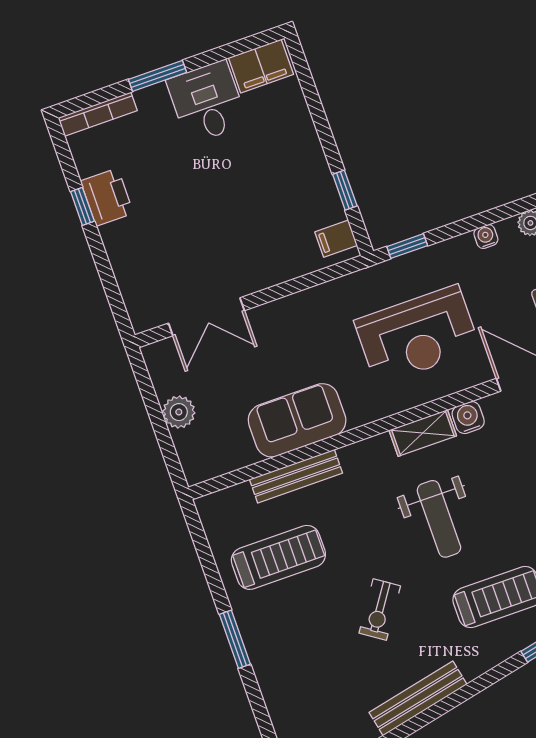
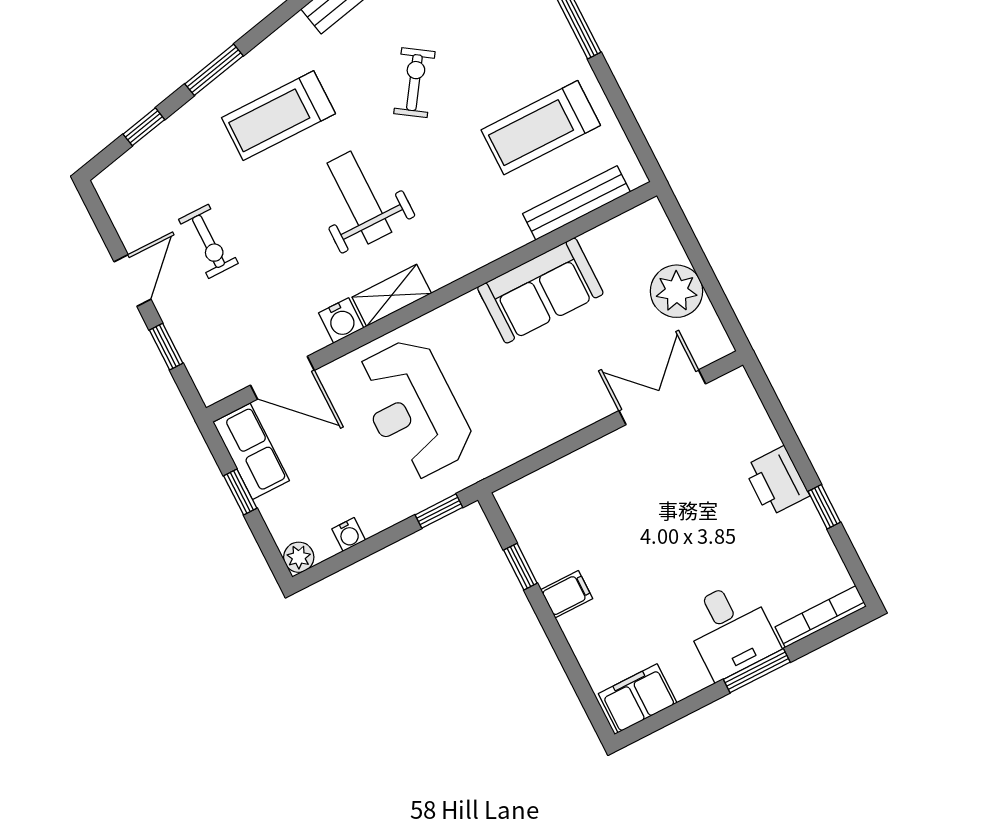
desk: (207, 102) -> (730, 630), moved
printer: (107, 197) -> (776, 481), moved
filing cabinet: (336, 239) -> (567, 594), moved
reception desk: (417, 335) -> (413, 409), turned -90
plant: (179, 412) -> (677, 291), width x1.36, depth x1.36
bench: (296, 476) -> (576, 203), moved

